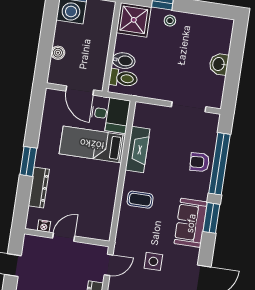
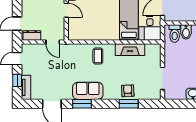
window: (220, 164) -> (129, 104), width x0.47
window: (211, 218) -> (82, 104), moved
side table: (153, 261) -> (59, 70), removed

